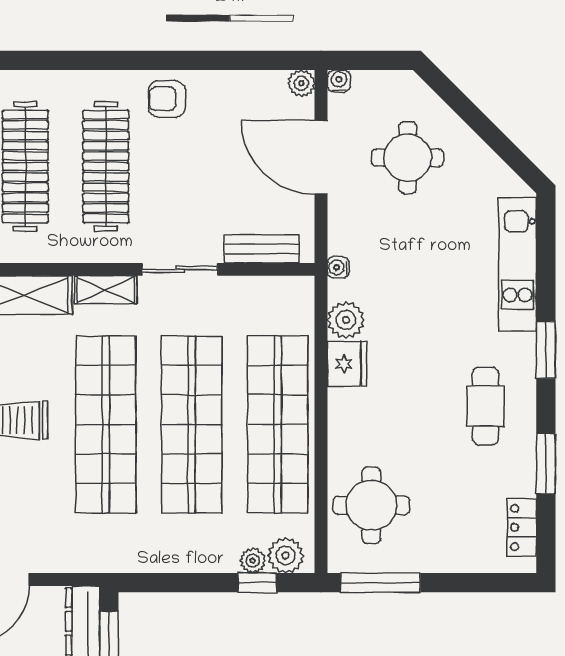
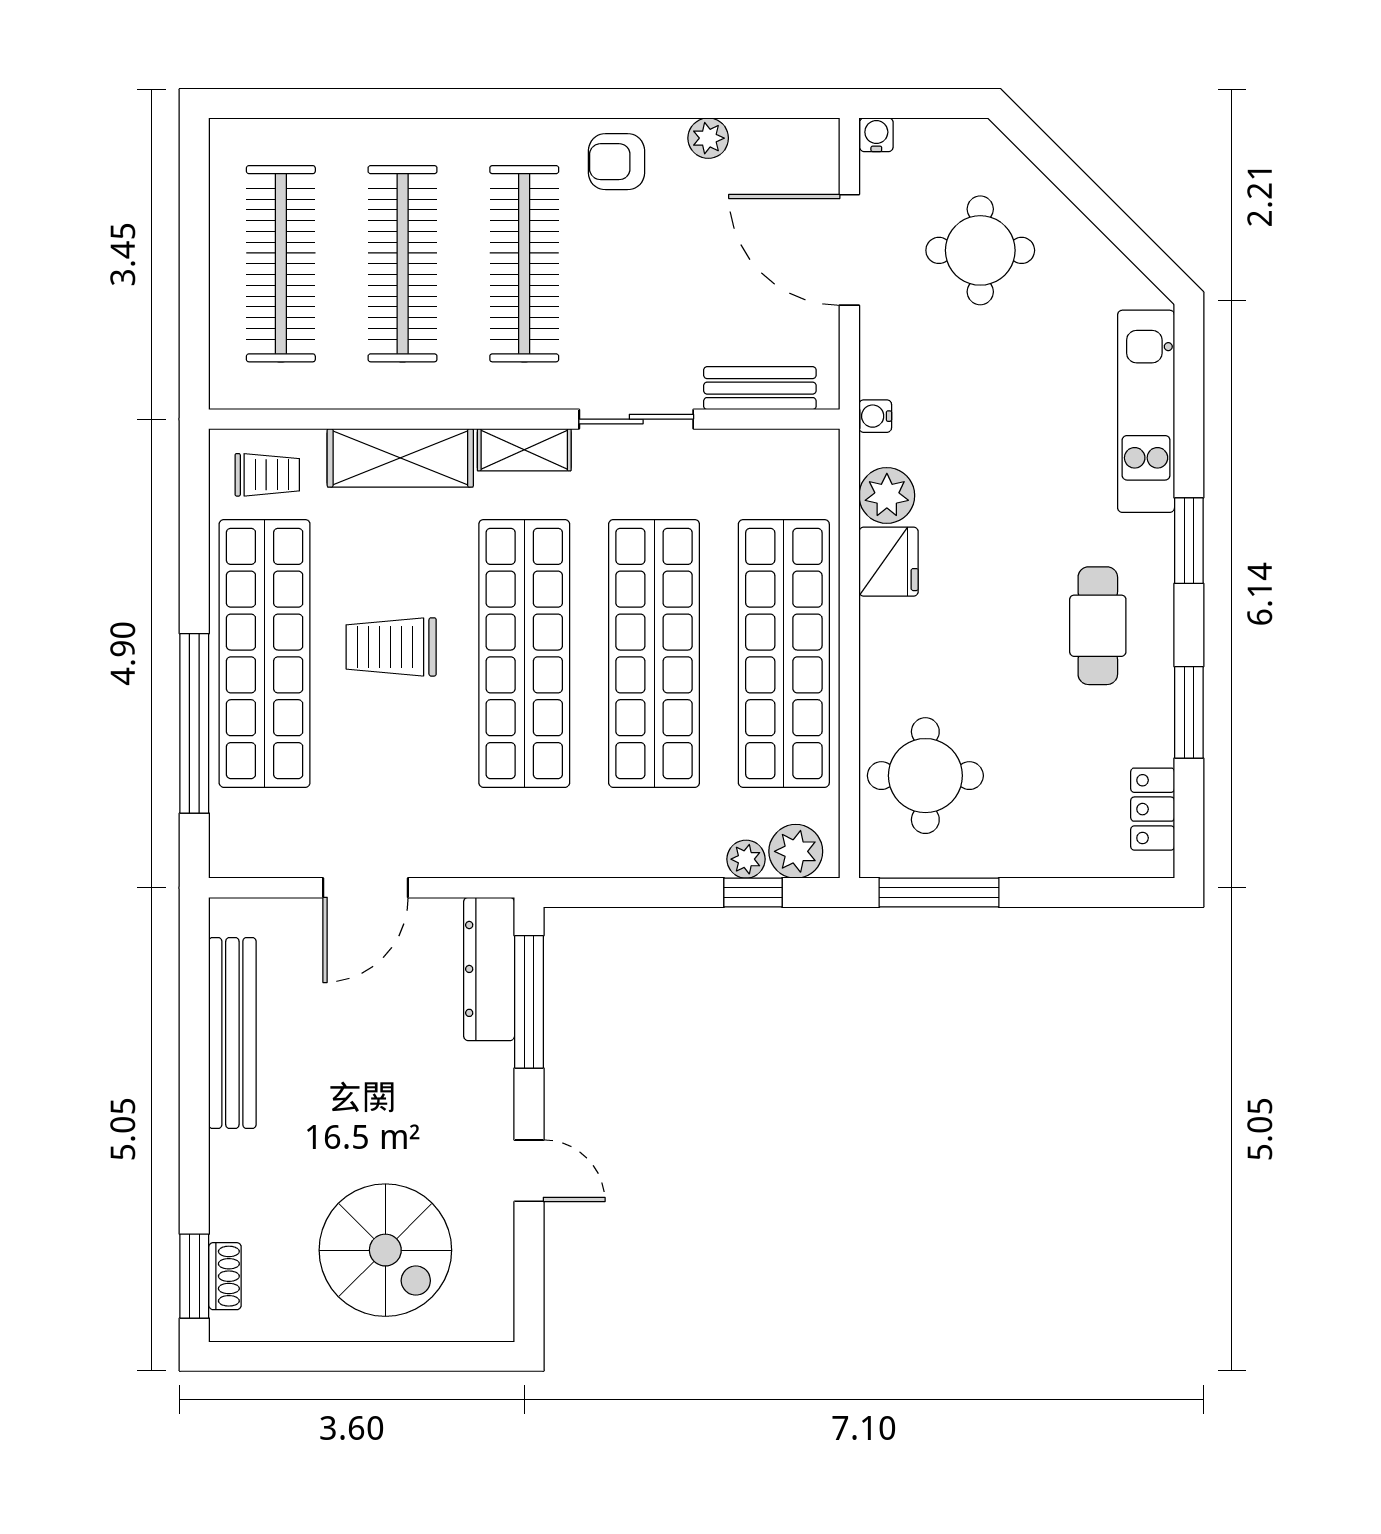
plant: (301, 83) -> (708, 138), moved

